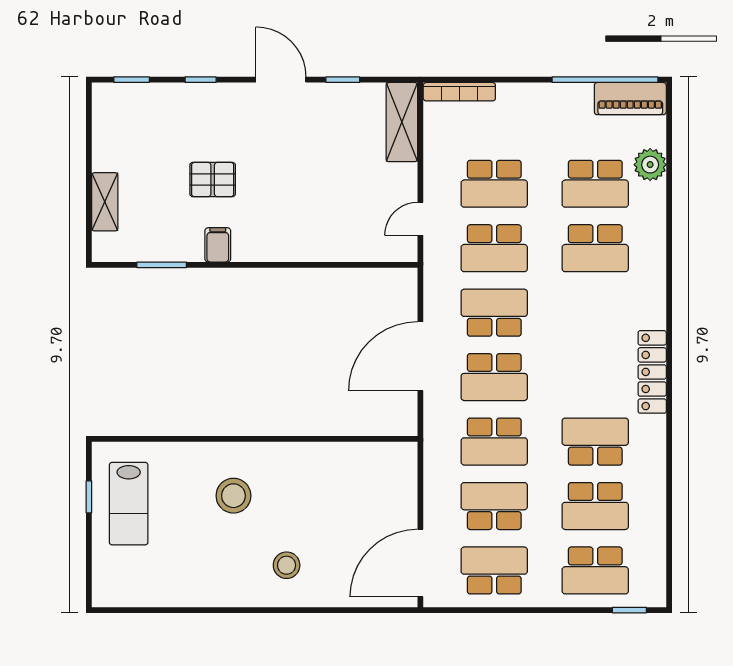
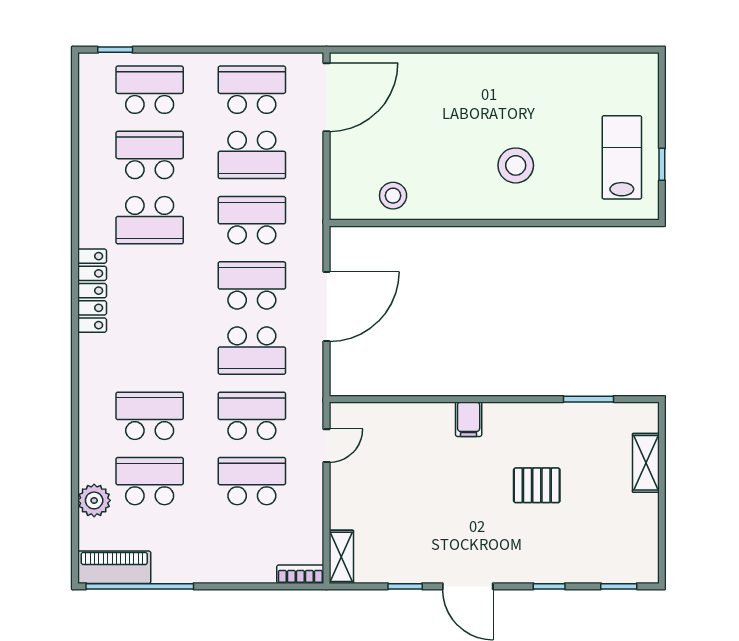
bookcase: (459, 92) -> (300, 574), width x0.64
shelving: (402, 122) -> (341, 557), width x0.67, depth x0.75
filing cabinet: (218, 245) -> (469, 419), moved
stool: (287, 565) -> (393, 196), moved
school desk: (494, 570) -> (252, 90), turned 180

